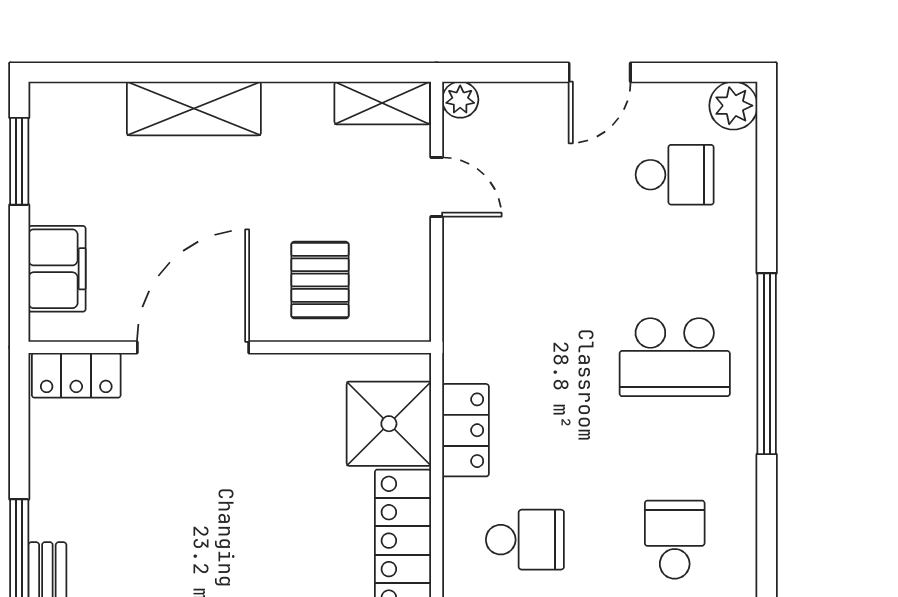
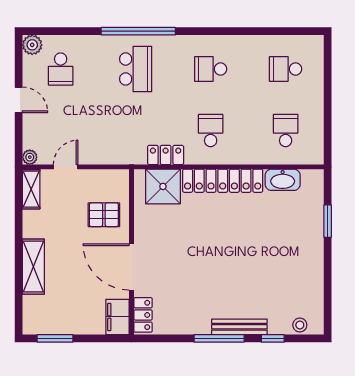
school desk: (675, 175) -> (61, 69), turned 180
filing cabinet: (57, 269) -> (117, 317), moved, turned -90

